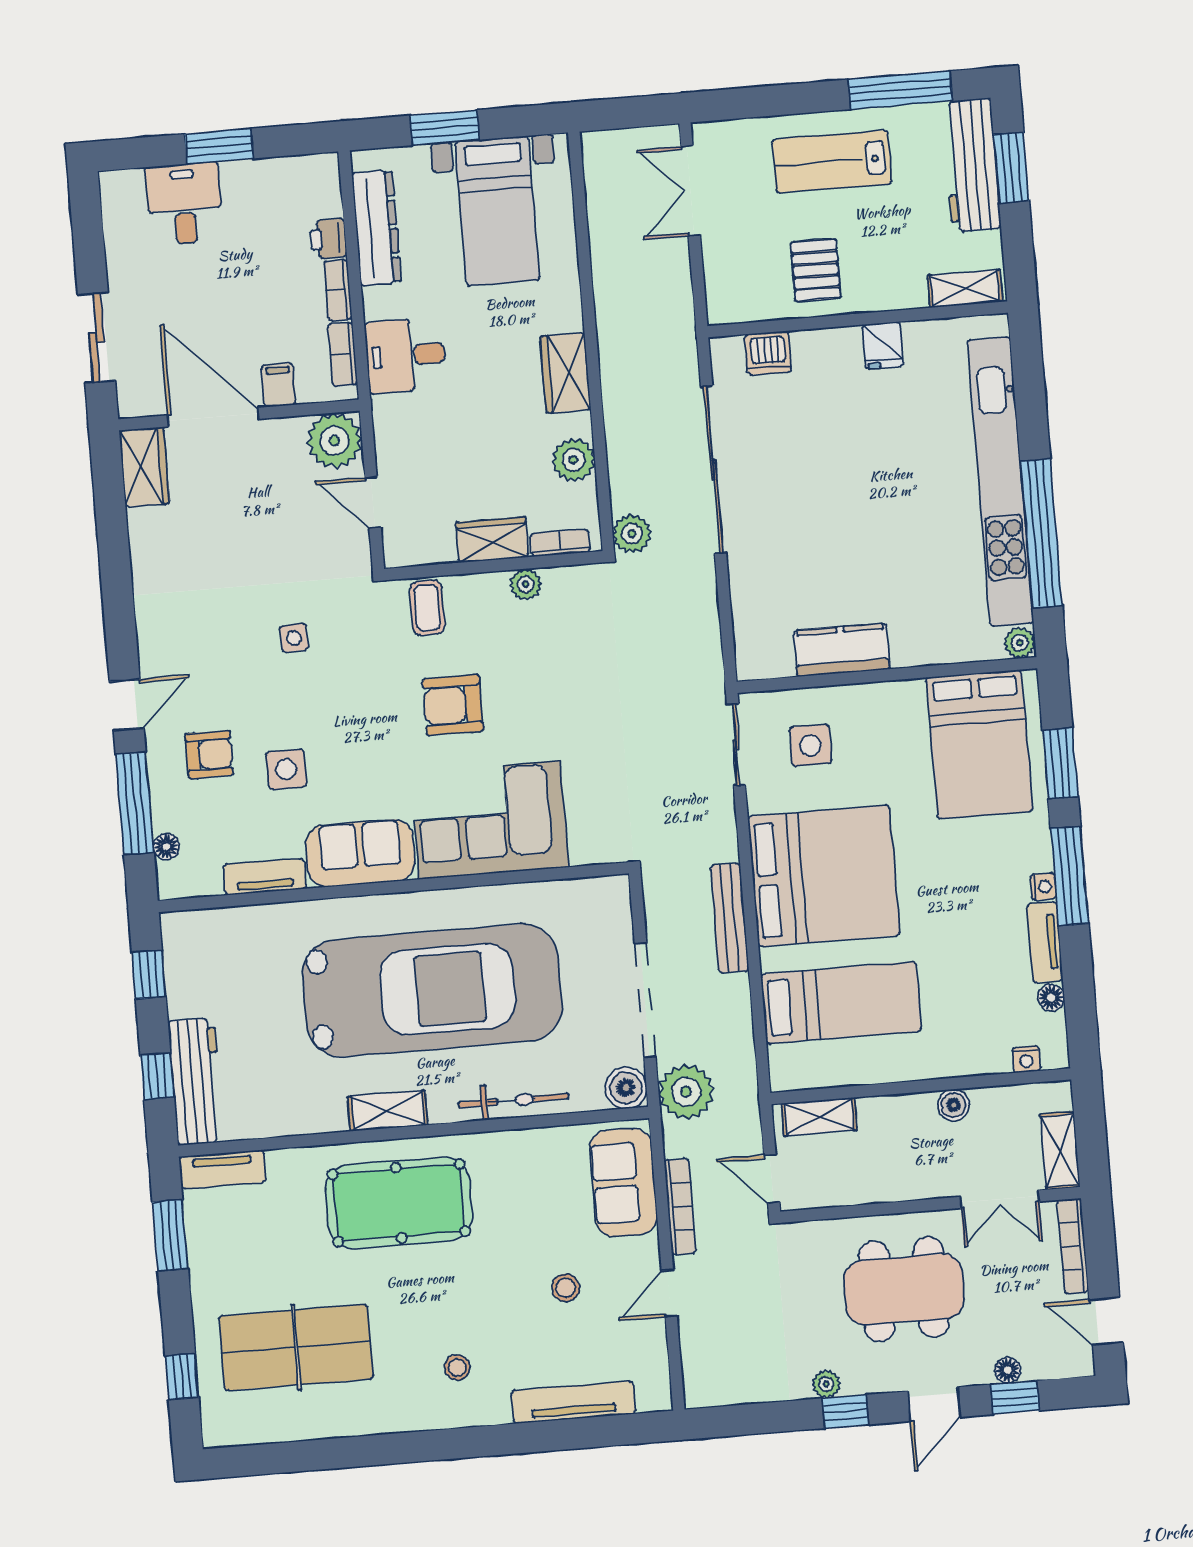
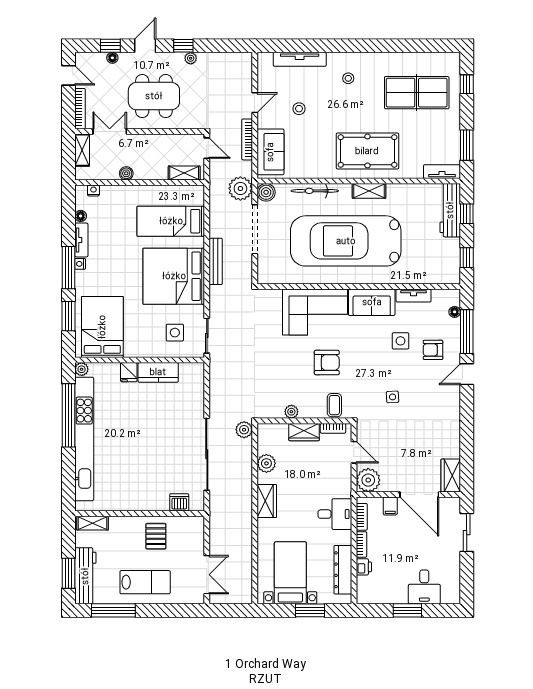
fridge: (883, 345) -> (129, 372), moved, turned 180
bookcase: (560, 543) -> (333, 428), moved

